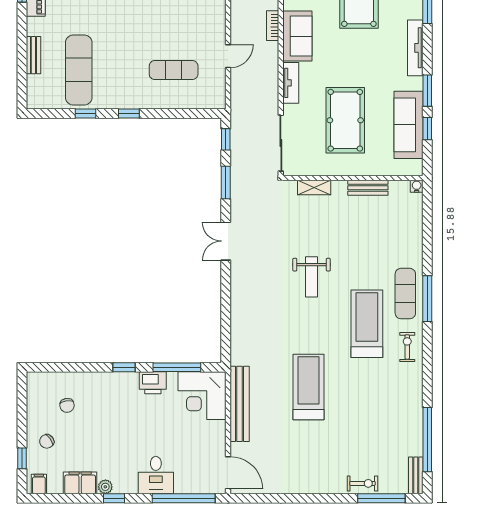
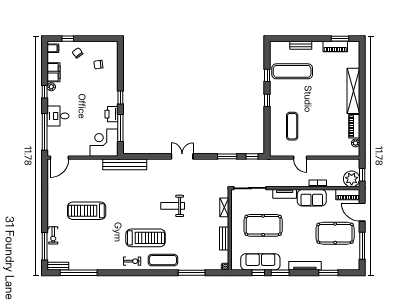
double door: (226, 241) -> (182, 156), moved
window: (427, 299) -> (192, 273), moved
treadmill: (309, 387) -> (87, 211), moved, turned 180
bench: (240, 404) -> (125, 164), moved

